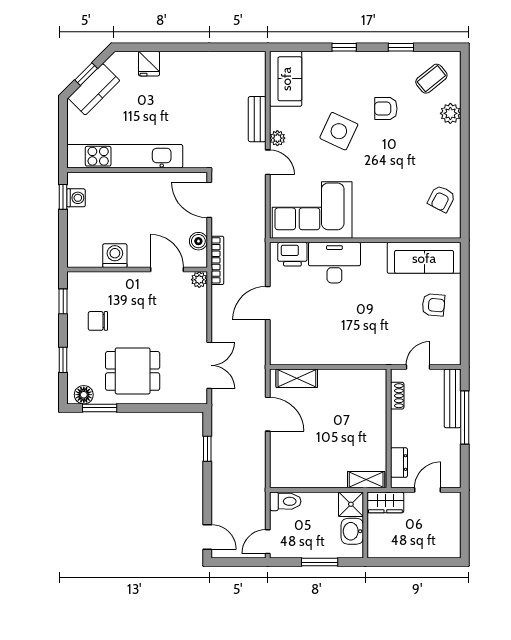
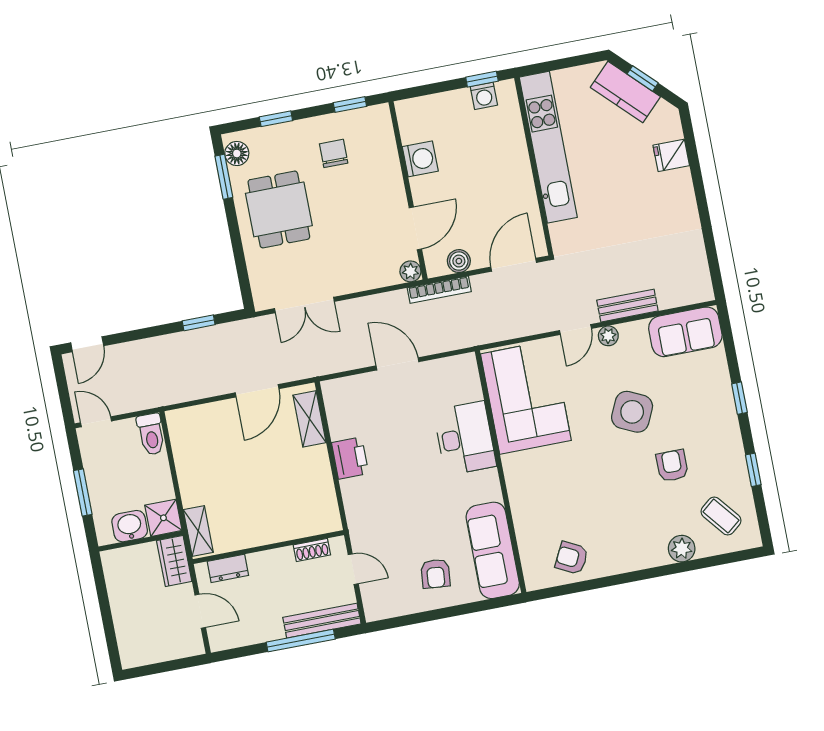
printer: (292, 254) -> (350, 458), moved, turned 180

